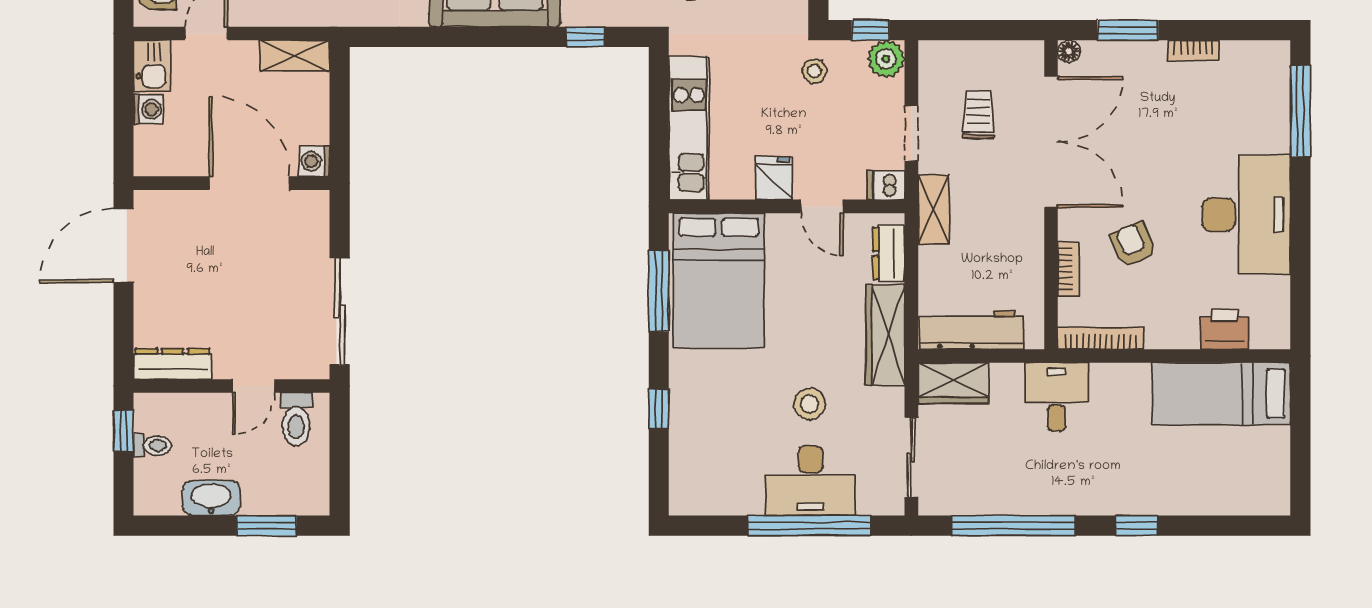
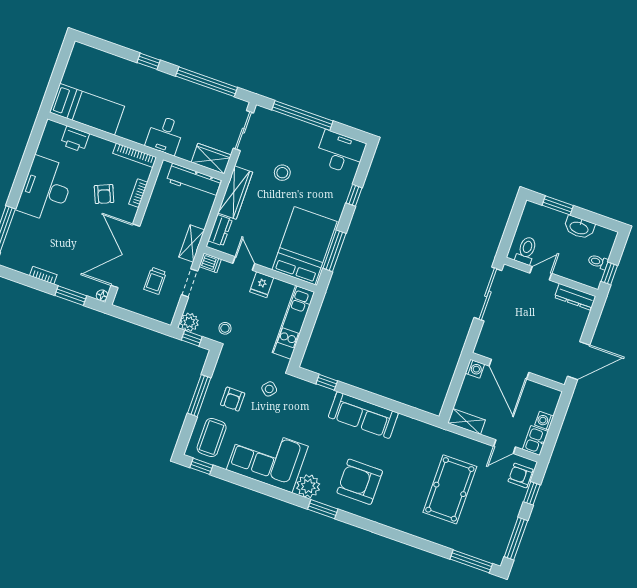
desk: (810, 481) -> (340, 153), moved

